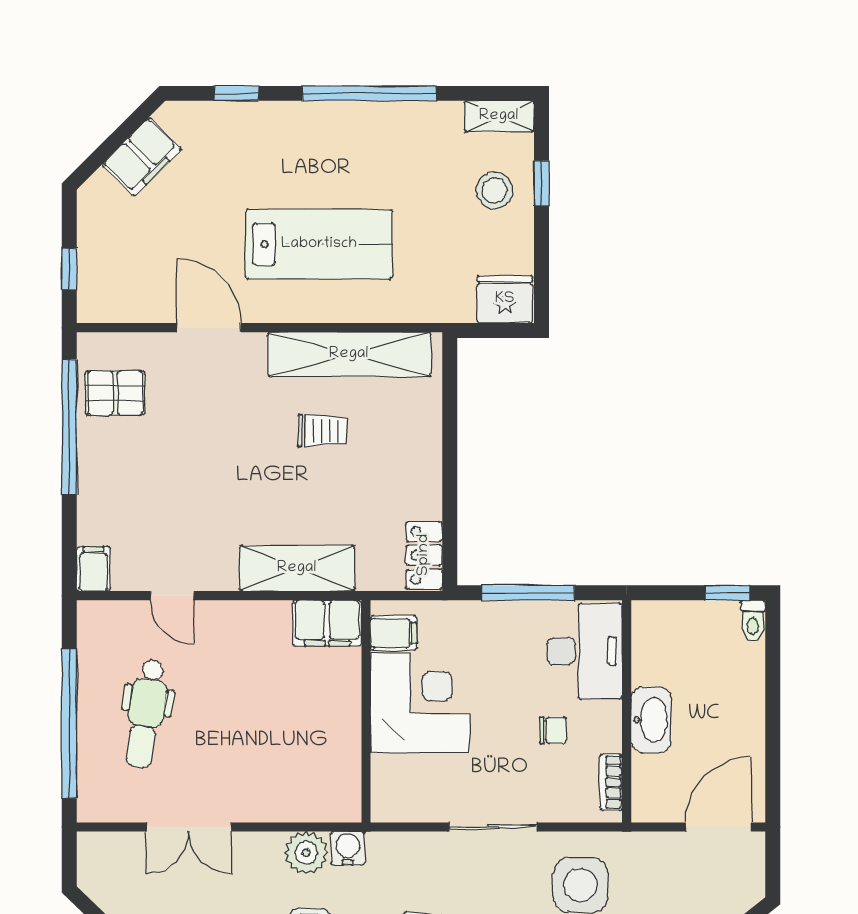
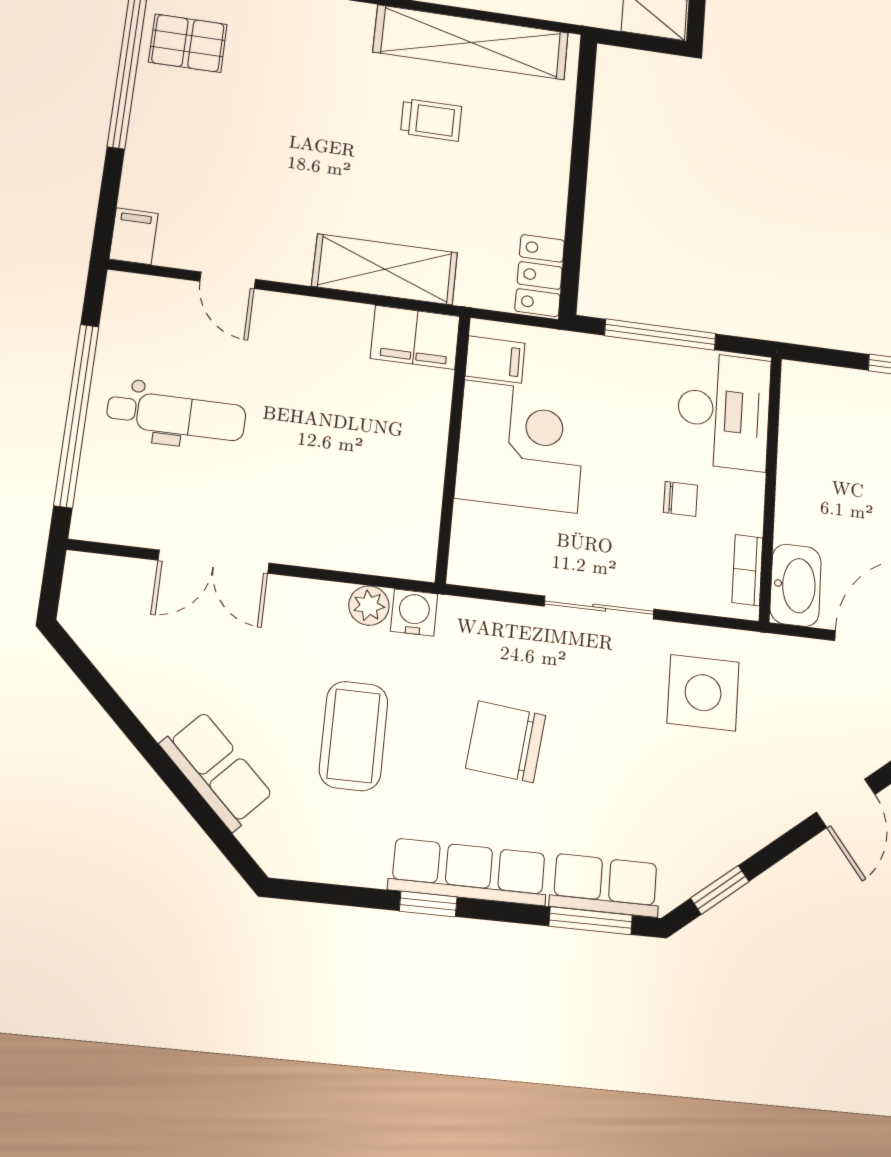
dental chair: (146, 714) -> (176, 415), turned -99
washbasin: (651, 720) -> (795, 585), moved
plant: (306, 853) -> (369, 606), width x0.73, depth x0.73

